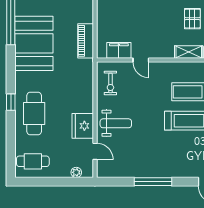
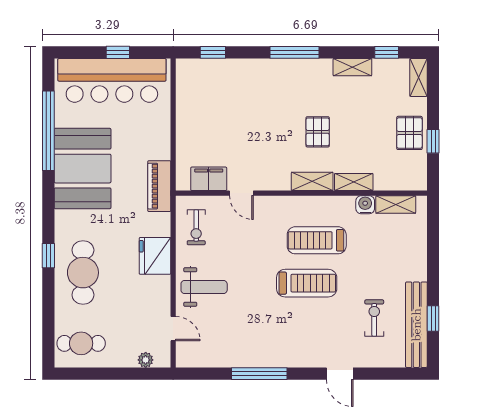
piano: (86, 41) -> (159, 186), moved
fridge: (83, 126) -> (155, 256), moved

